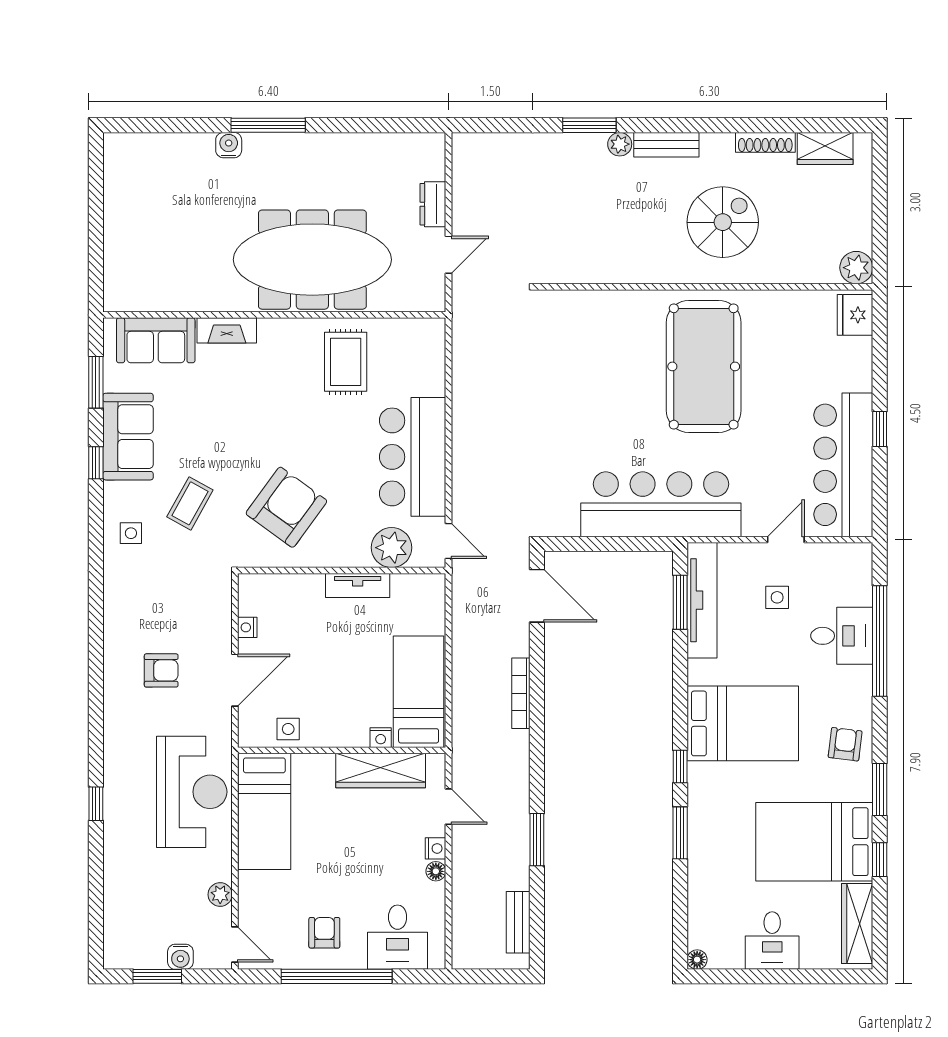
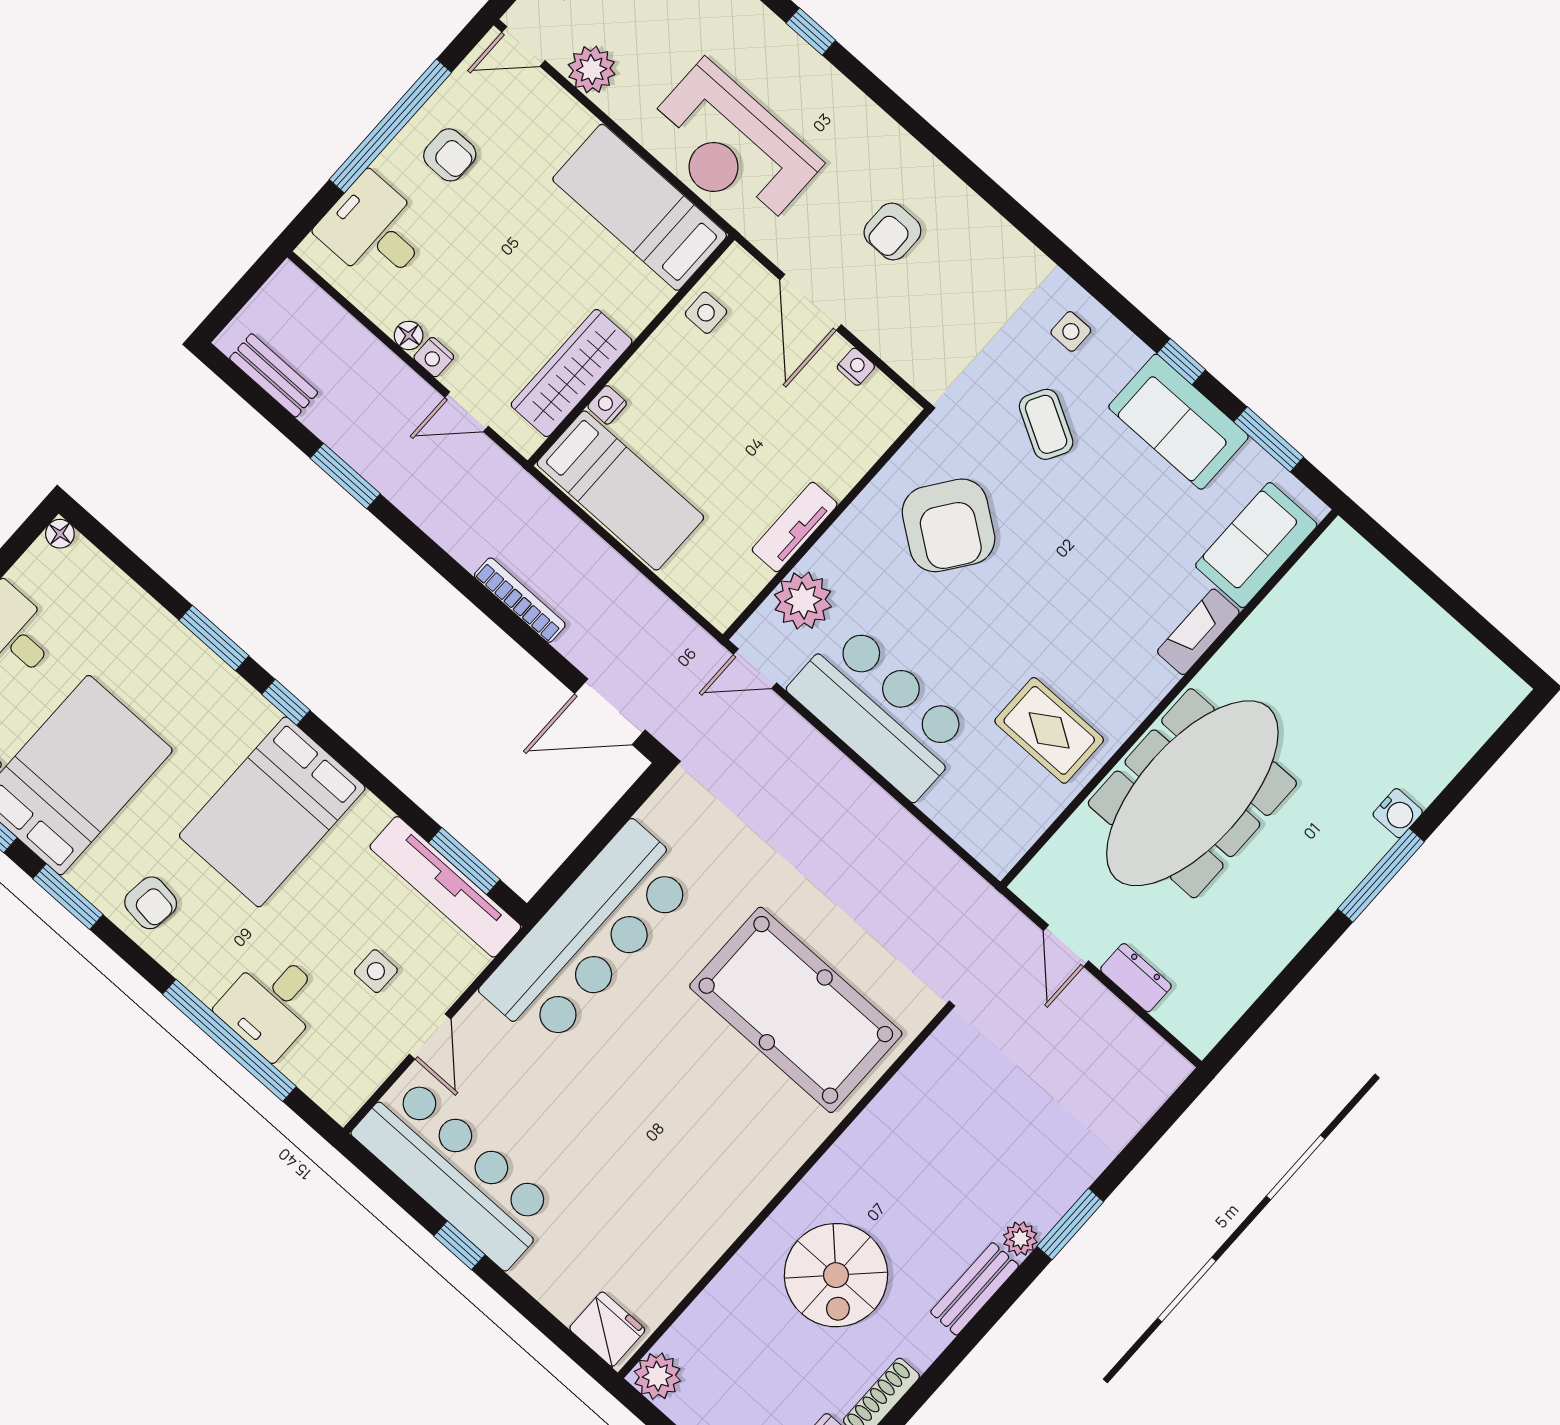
pool table: (704, 366) -> (796, 1010), moved
plant: (220, 895) -> (592, 70), width x1.38, depth x1.38

